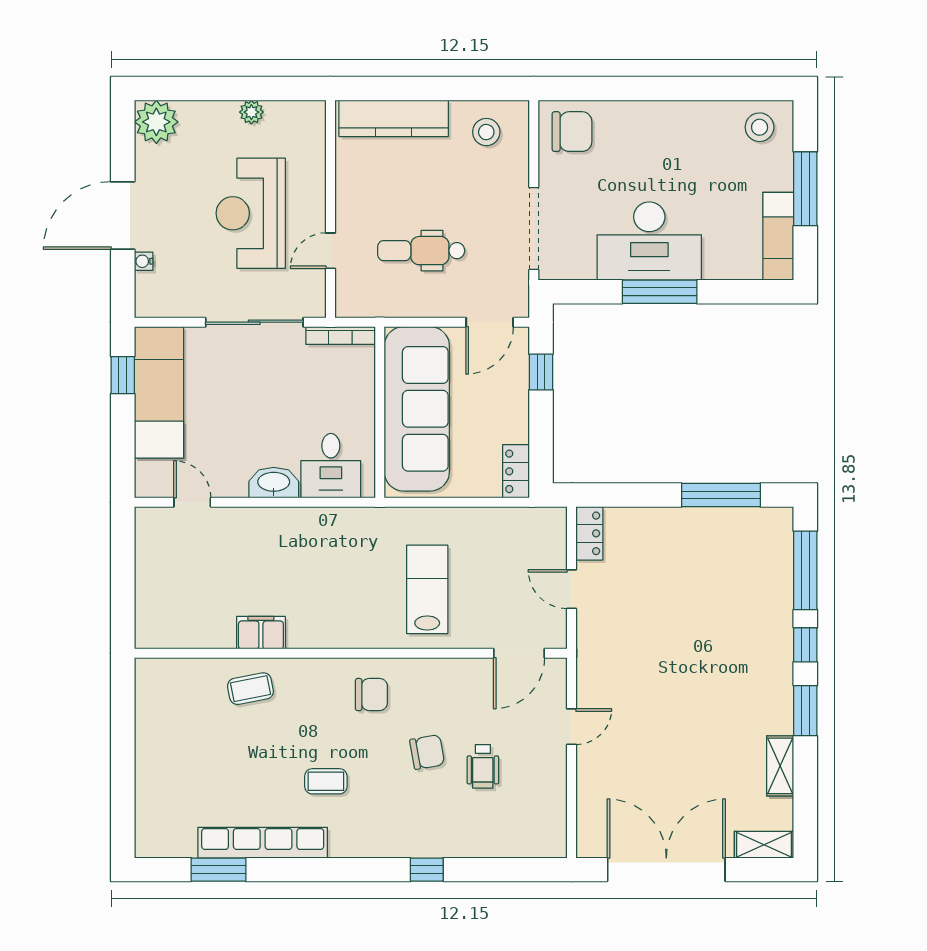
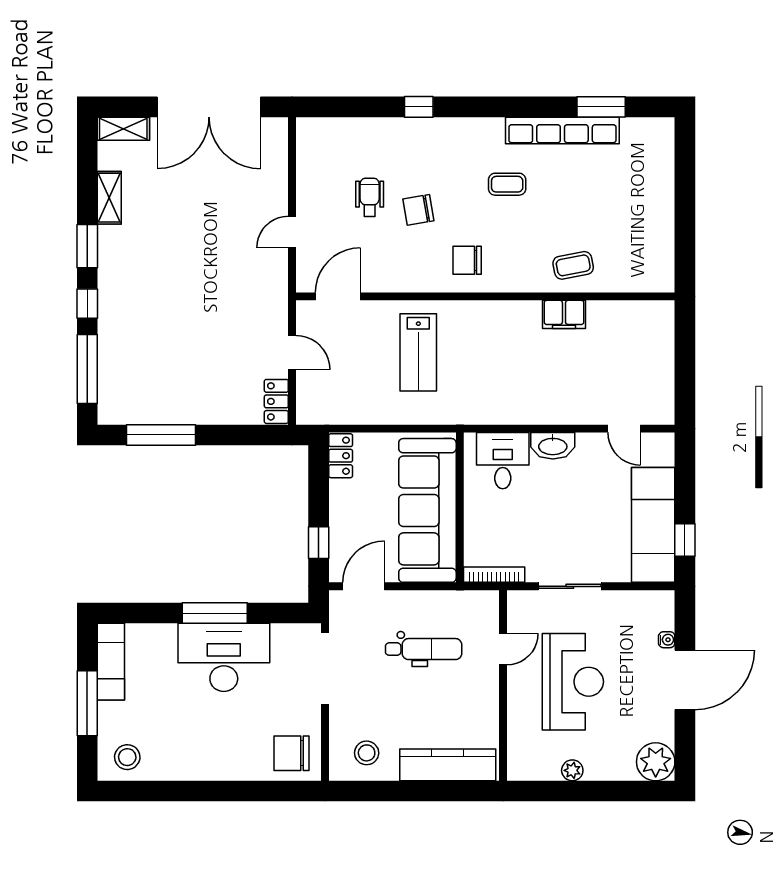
sliding door: (254, 322) -> (570, 586), width x0.73

